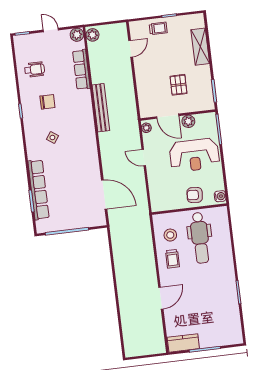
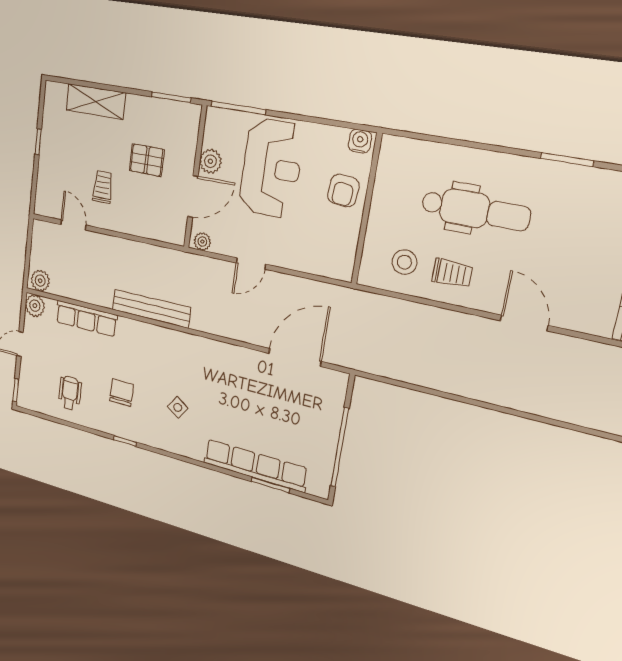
trolley: (158, 28) -> (103, 187), moved
dental chair: (200, 238) -> (475, 210), moved

